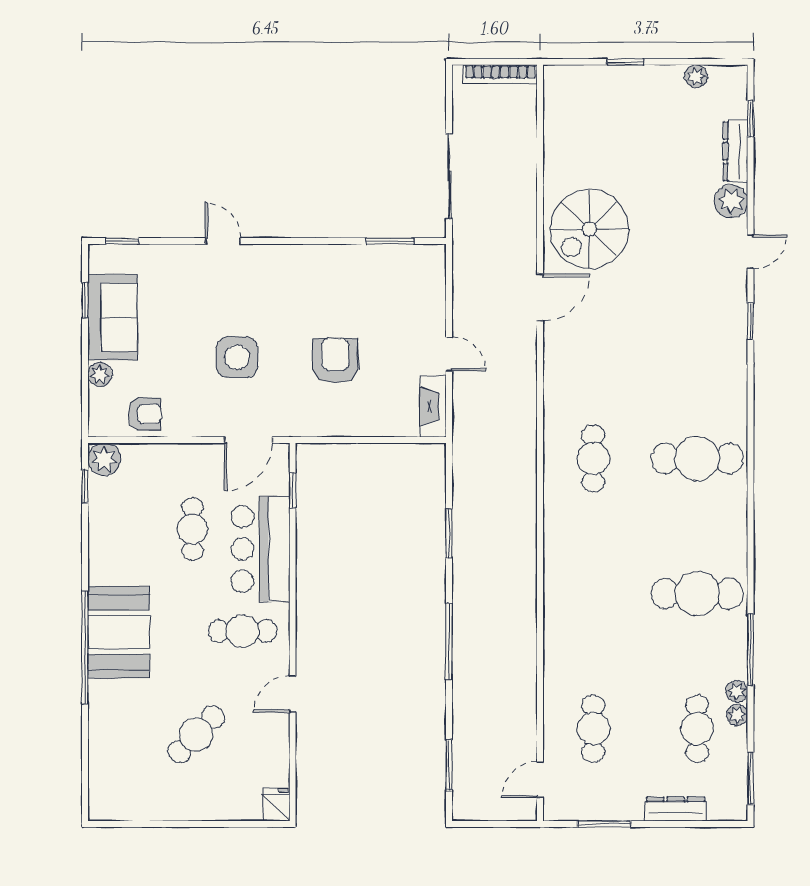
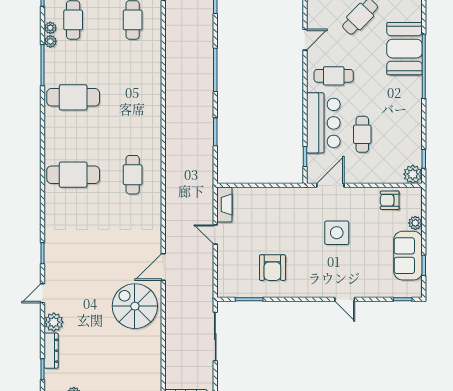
spiral stairs: (589, 229) -> (135, 306), turned -90
armchair: (335, 361) -> (272, 268), moved
booth: (119, 632) -> (405, 49), moved

